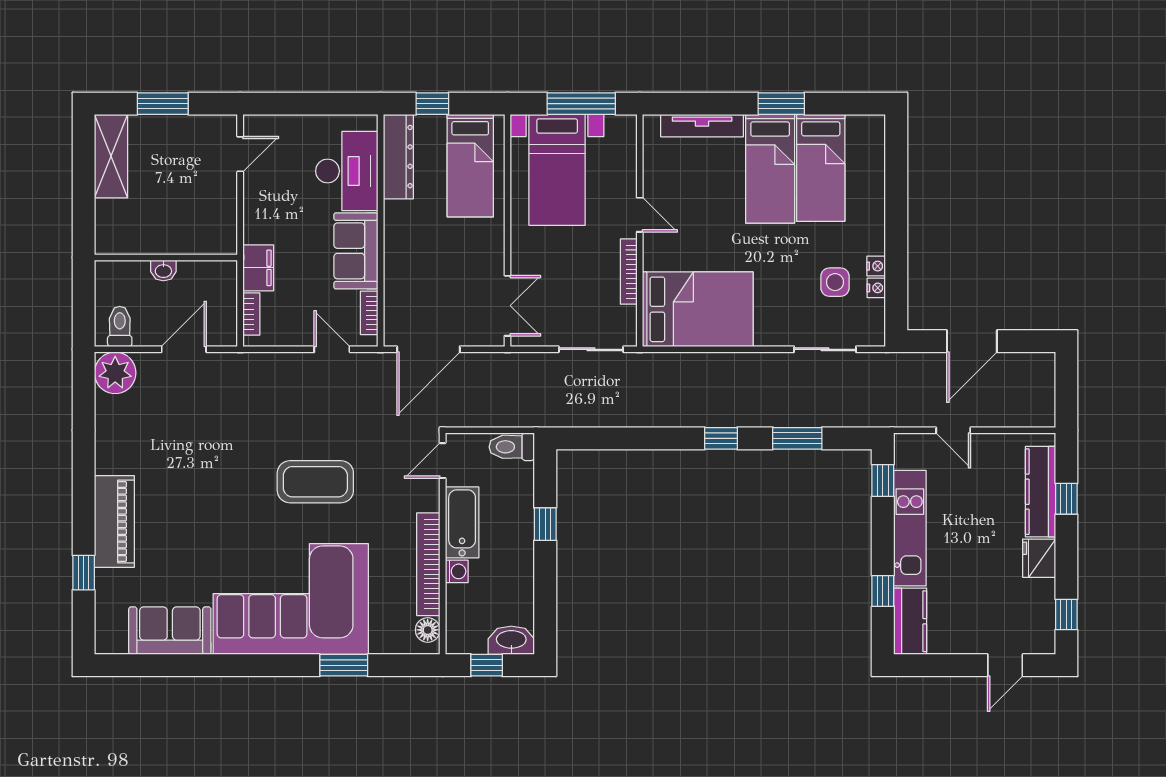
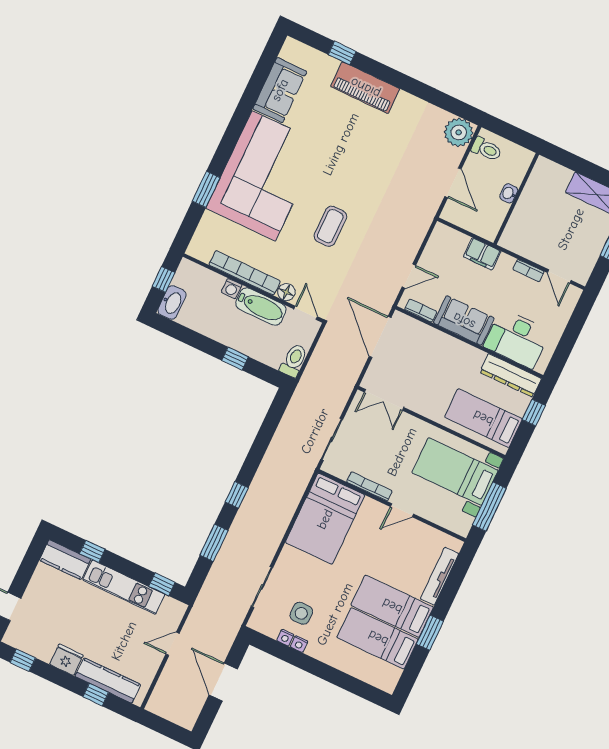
bookcase: (251, 314) -> (529, 271), moved
coffee table: (315, 482) -> (330, 226), width x0.73, depth x0.76
floor lamp: (428, 630) -> (286, 292), moved

